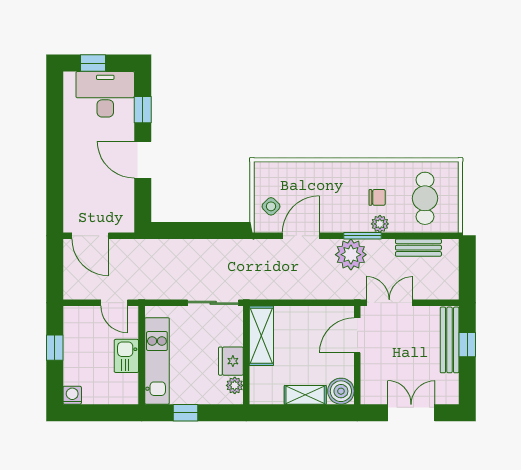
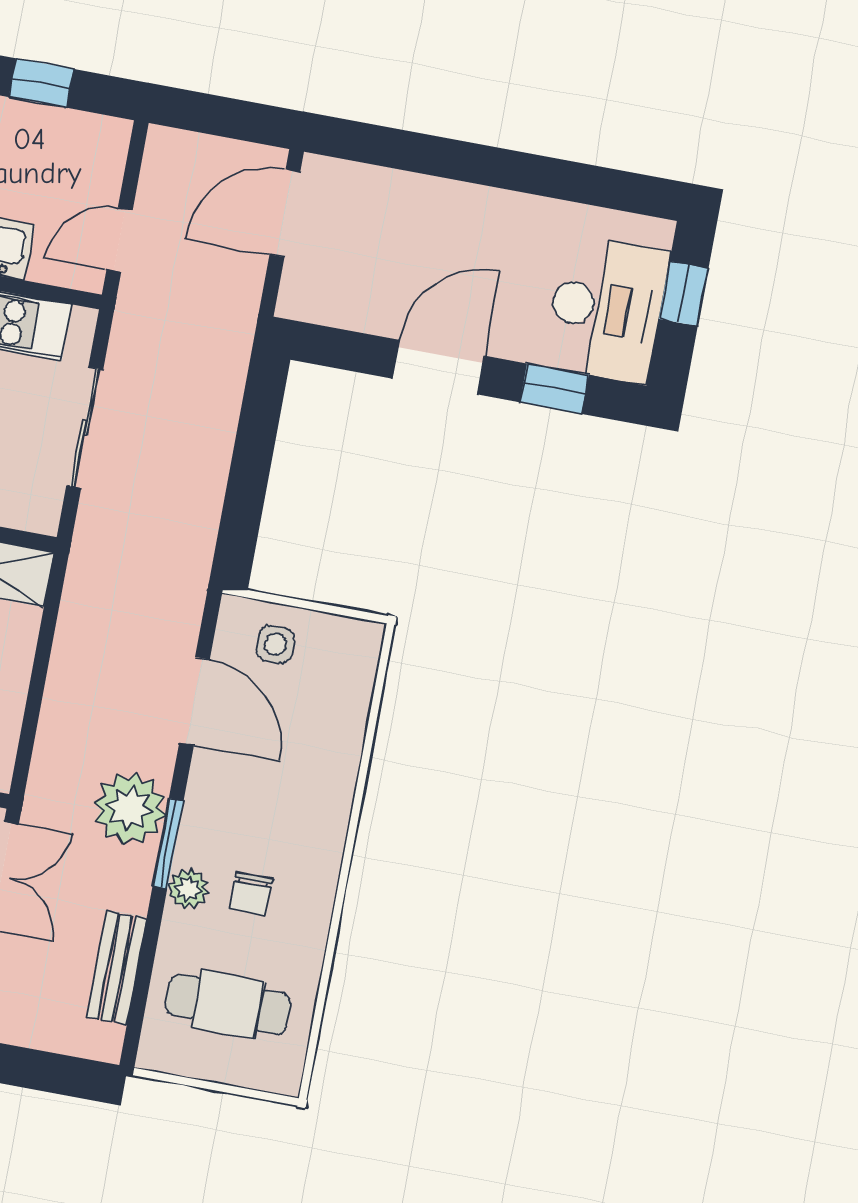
side table: (271, 206) -> (275, 644), turned 45
sliding door: (213, 303) -> (85, 428), moved

